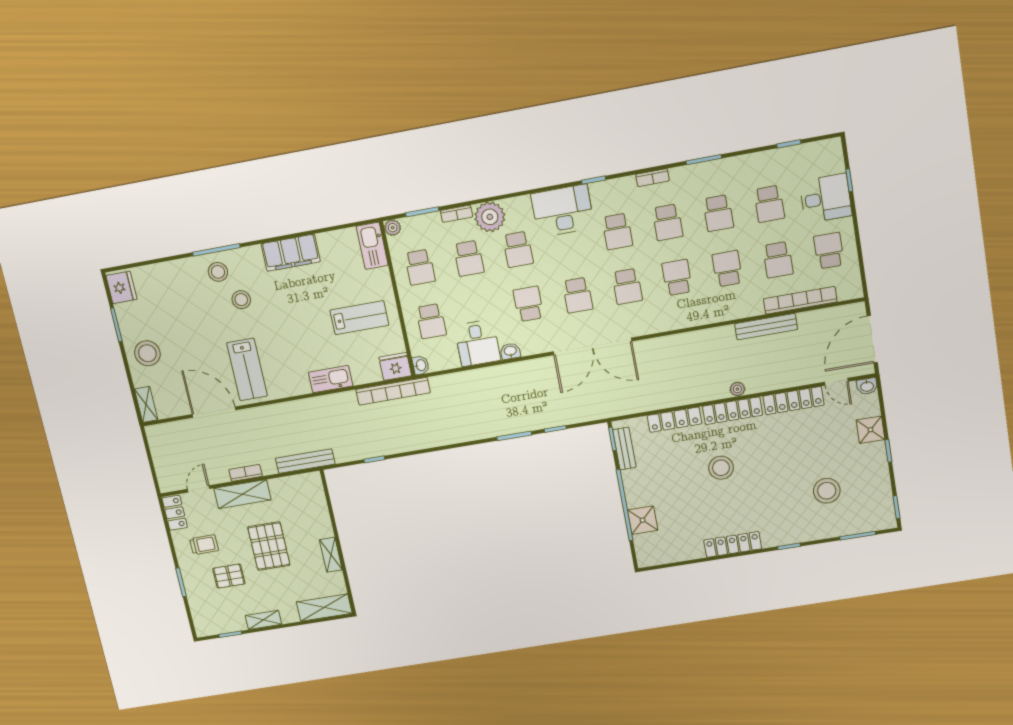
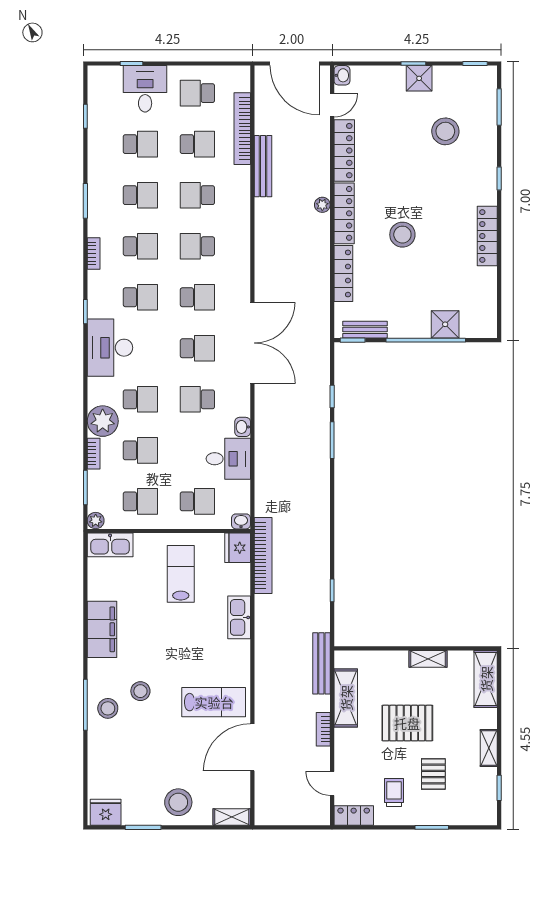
shower: (870, 430) -> (419, 78), moved
shelving: (242, 494) -> (346, 698), moved

